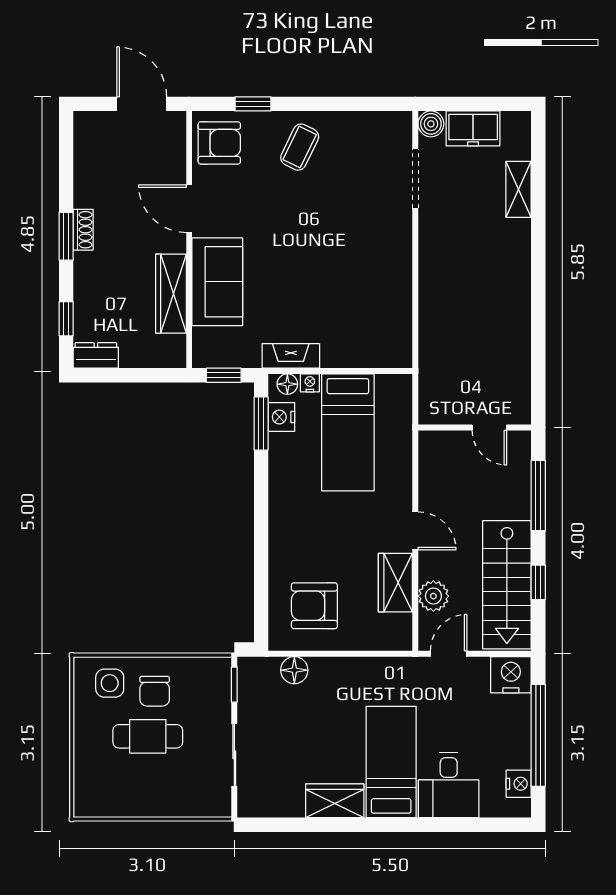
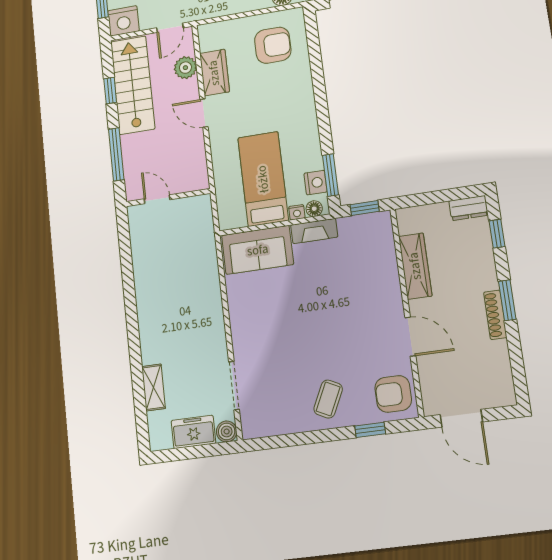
shoe rack: (83, 230) -> (495, 315), width x1.43
sofa: (217, 282) -> (258, 250), moved, turned -90

